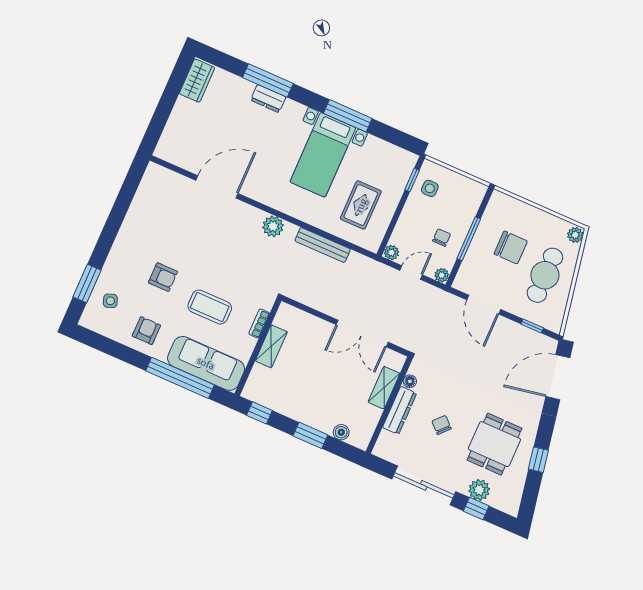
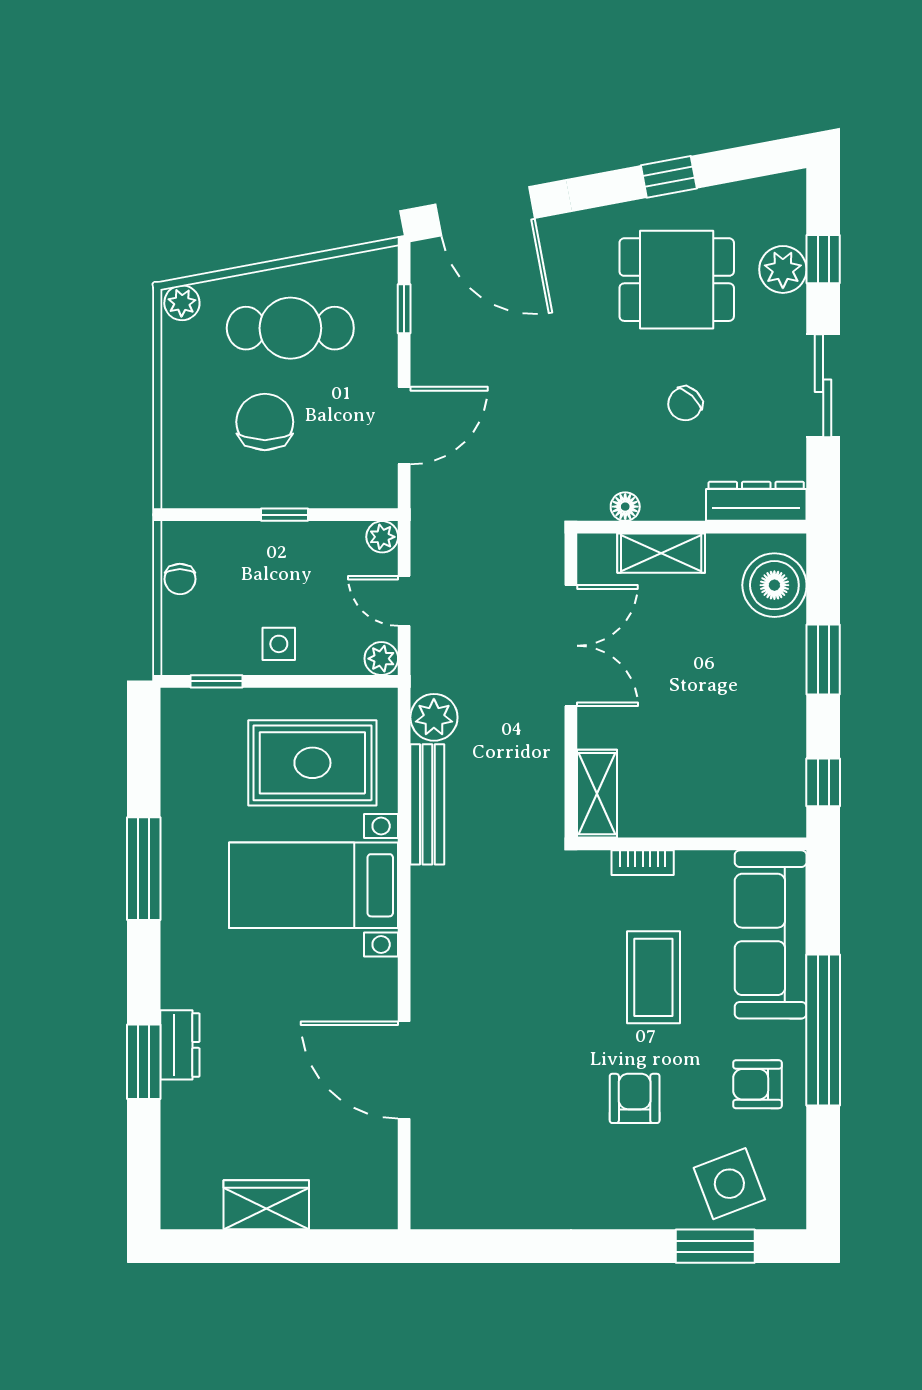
window: (268, 80) -> (144, 1062), width x0.69
wardrobe: (197, 81) -> (266, 1205), moved
bed with nightstands: (323, 155) -> (314, 885), moved, turned 180
side table: (430, 188) -> (279, 644), moved
rug: (361, 205) -> (312, 763), width x1.36, depth x1.43
plant: (273, 226) -> (434, 717), moved
chair: (442, 238) -> (180, 579), moved, turned -90
window: (469, 239) -> (284, 515), width x0.46
side table: (110, 301) -> (729, 1184), width x1.87, depth x1.87
shelving: (271, 346) -> (597, 794), moved, turned 90
window: (180, 378) -> (823, 1030), moved
dresser: (400, 410) -> (756, 501), moved
boiler: (341, 432) -> (774, 585), width x1.86, depth x1.86
sliding door: (424, 485) -> (823, 386), width x0.73

